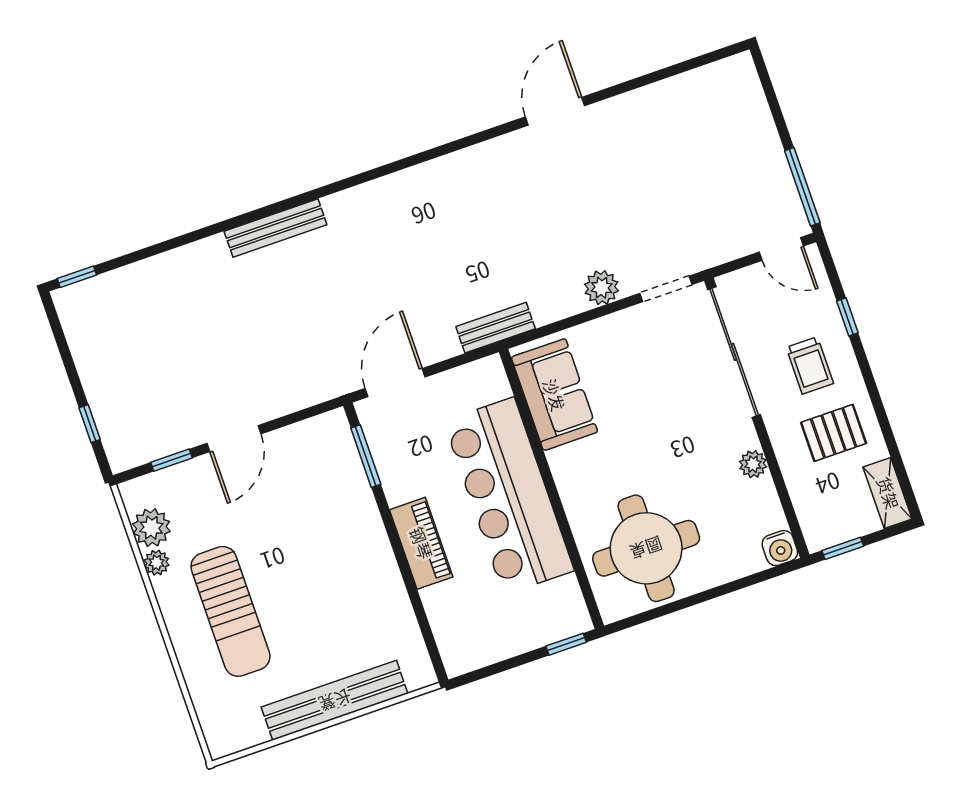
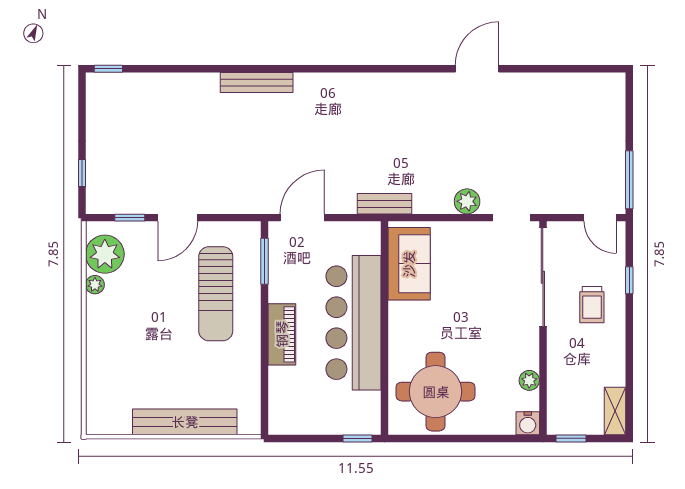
pallet: (834, 433) -> (592, 357), removed
plant: (753, 464) -> (529, 380), moved
plant: (151, 528) -> (105, 254), width x1.36, depth x1.36
sun lounger: (230, 611) -> (216, 294), moved

